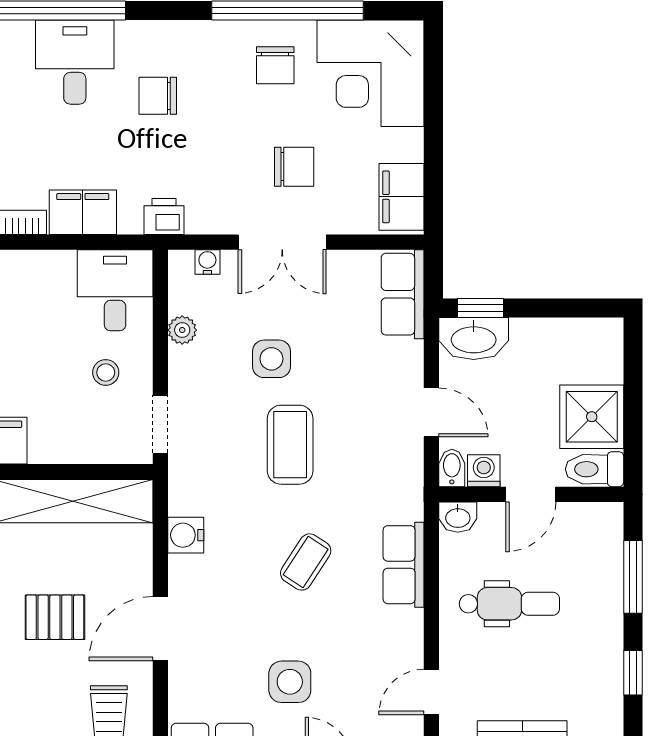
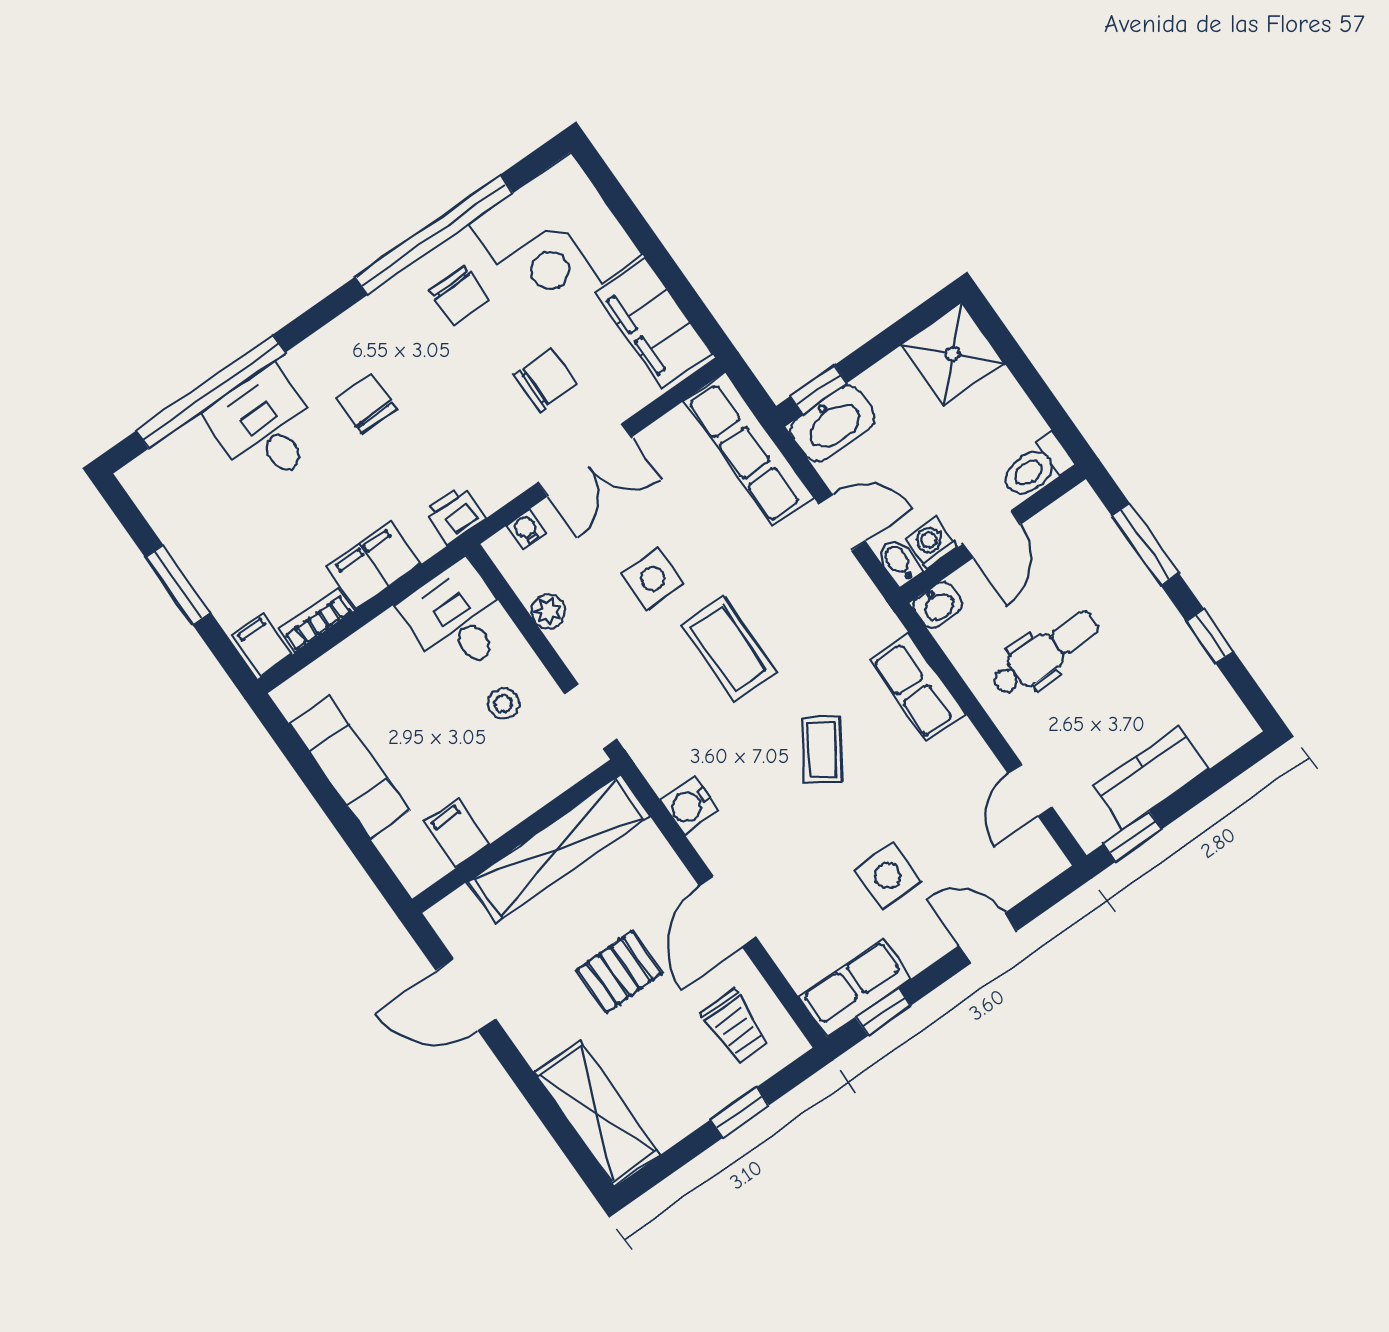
chair: (158, 96) -> (367, 404), turned 90
filing cabinet: (402, 197) -> (654, 323), width x1.50, depth x1.17
row of seats: (403, 294) -> (749, 449), width x1.48
shower: (592, 417) -> (953, 354), moved

